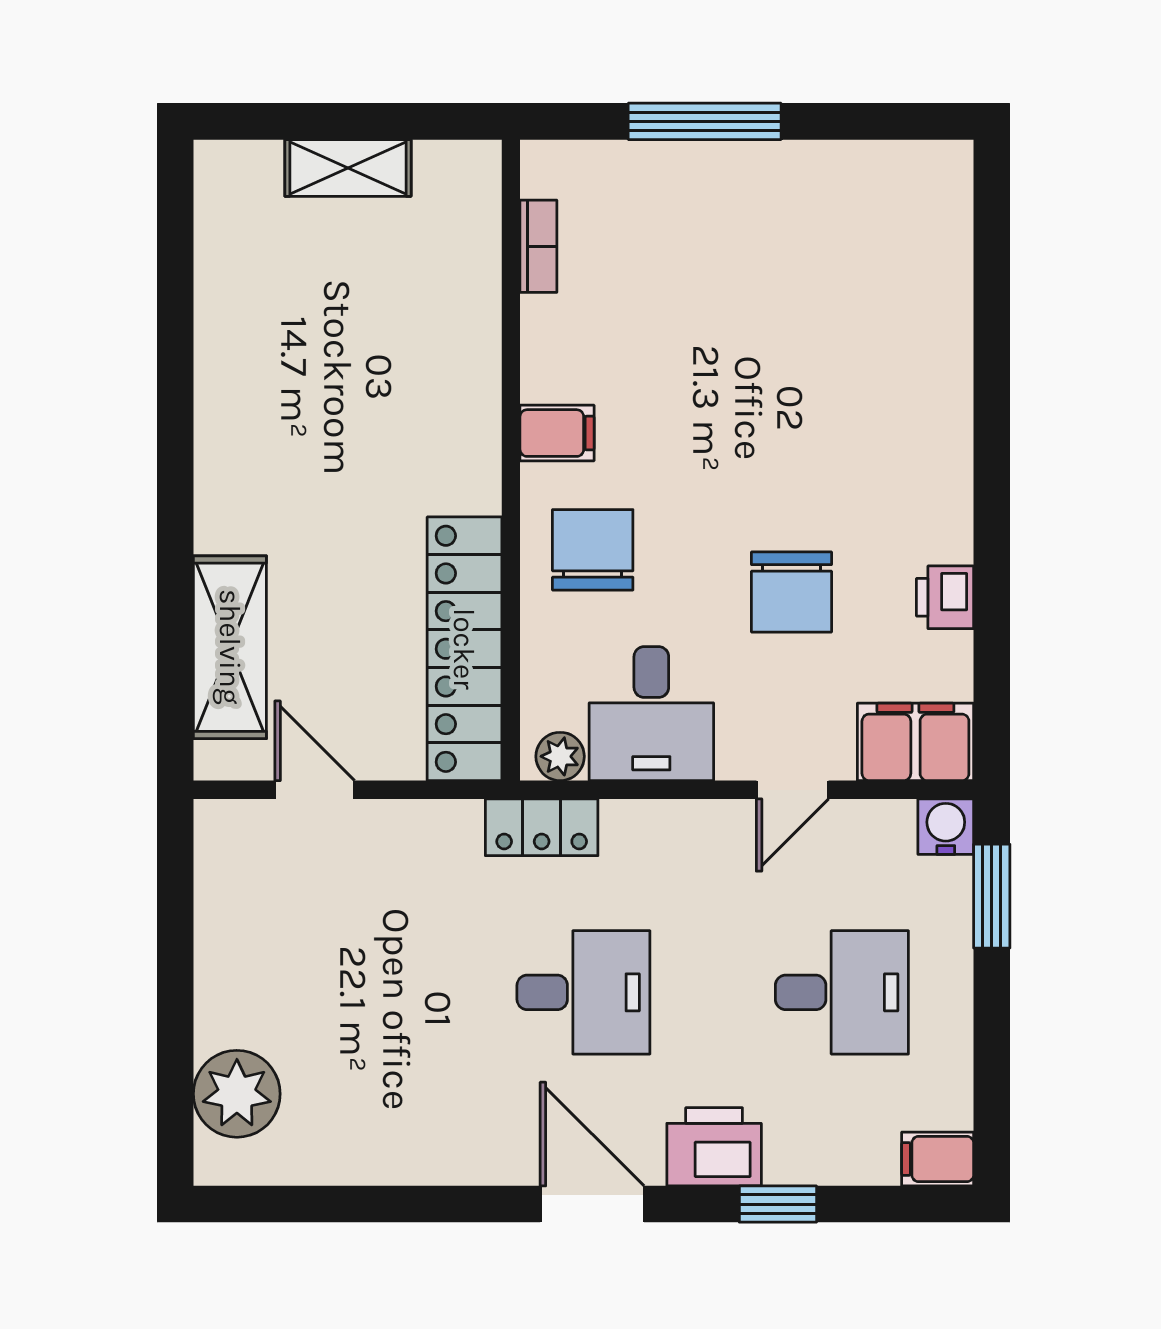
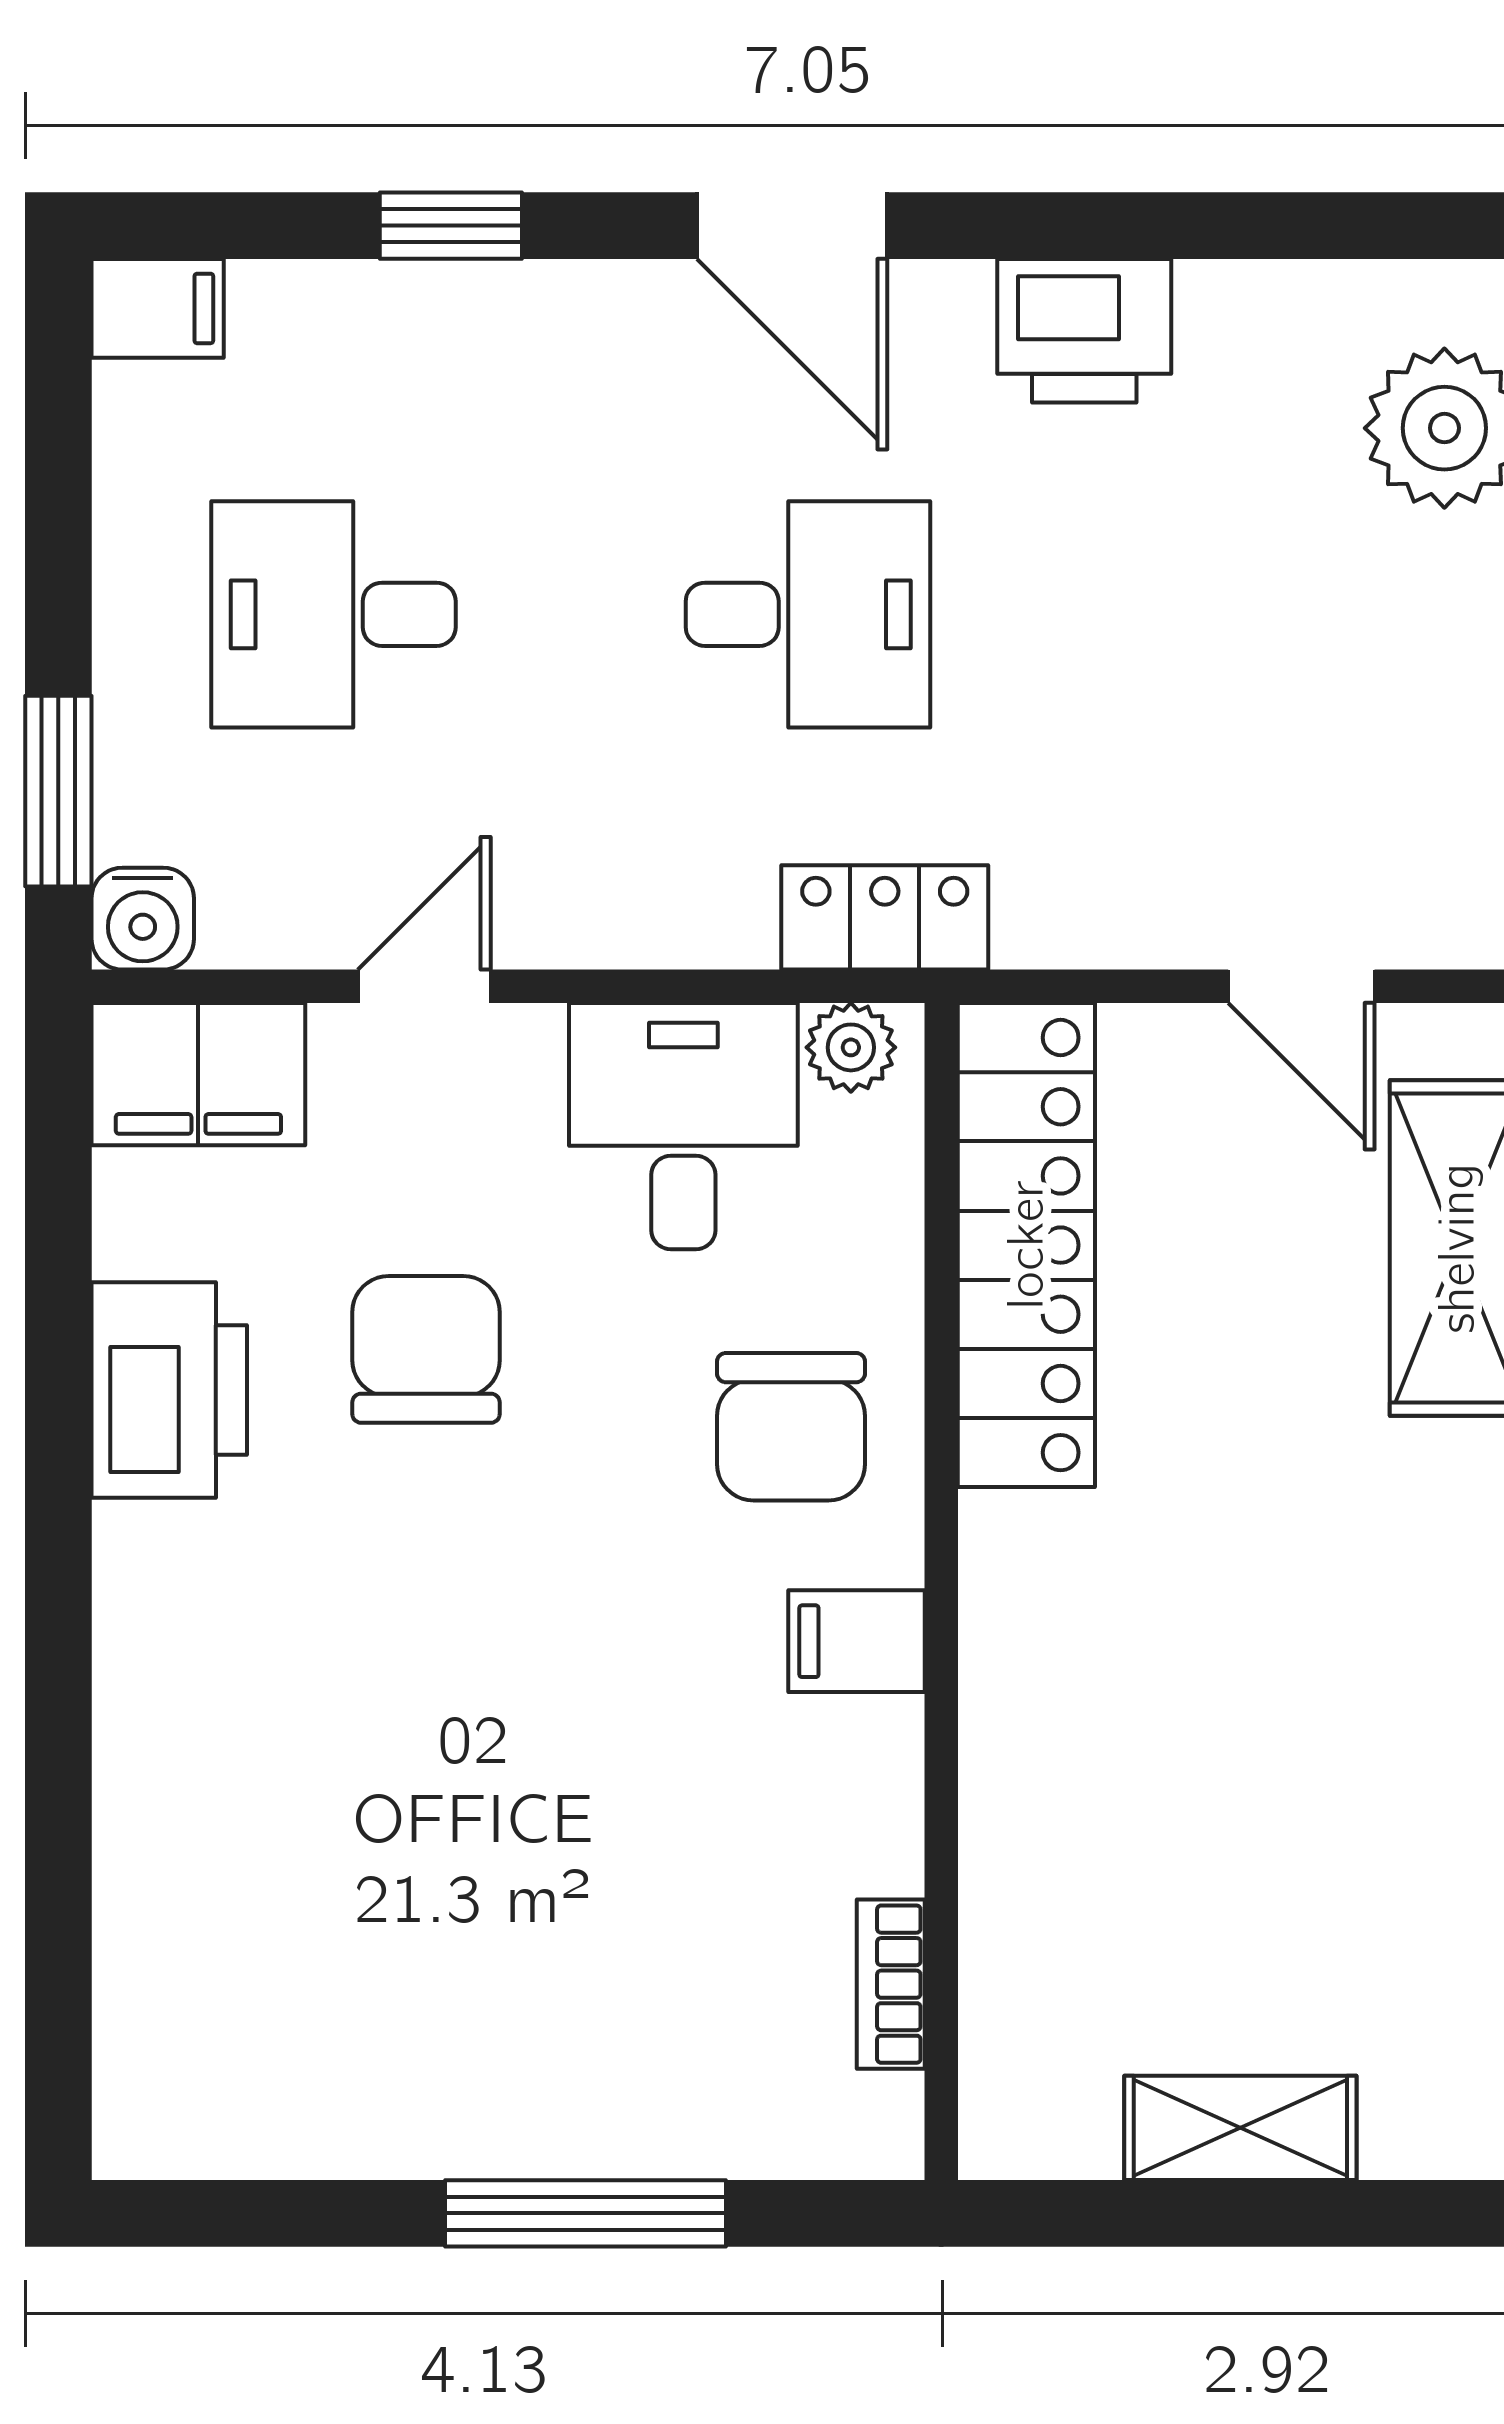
printer: (945, 597) -> (169, 1390), width x1.87, depth x1.48
desk: (583, 992) -> (808, 614), turned 180
printer: (714, 1147) -> (1084, 331), moved

